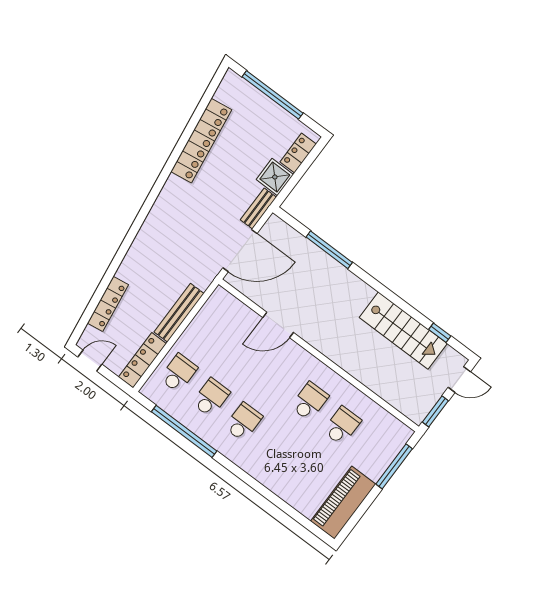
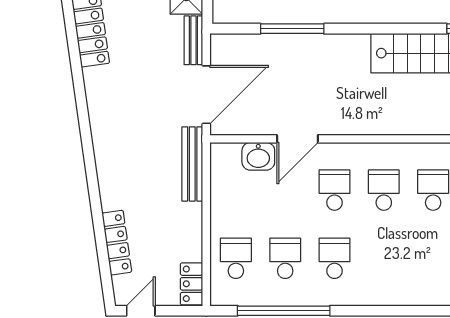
bench: (179, 313) -> (192, 164), moved
washbasin: (244, 317) -> (258, 156), added
locker: (142, 360) -> (191, 284), width x0.66
school desk: (277, 377) -> (334, 190), added

